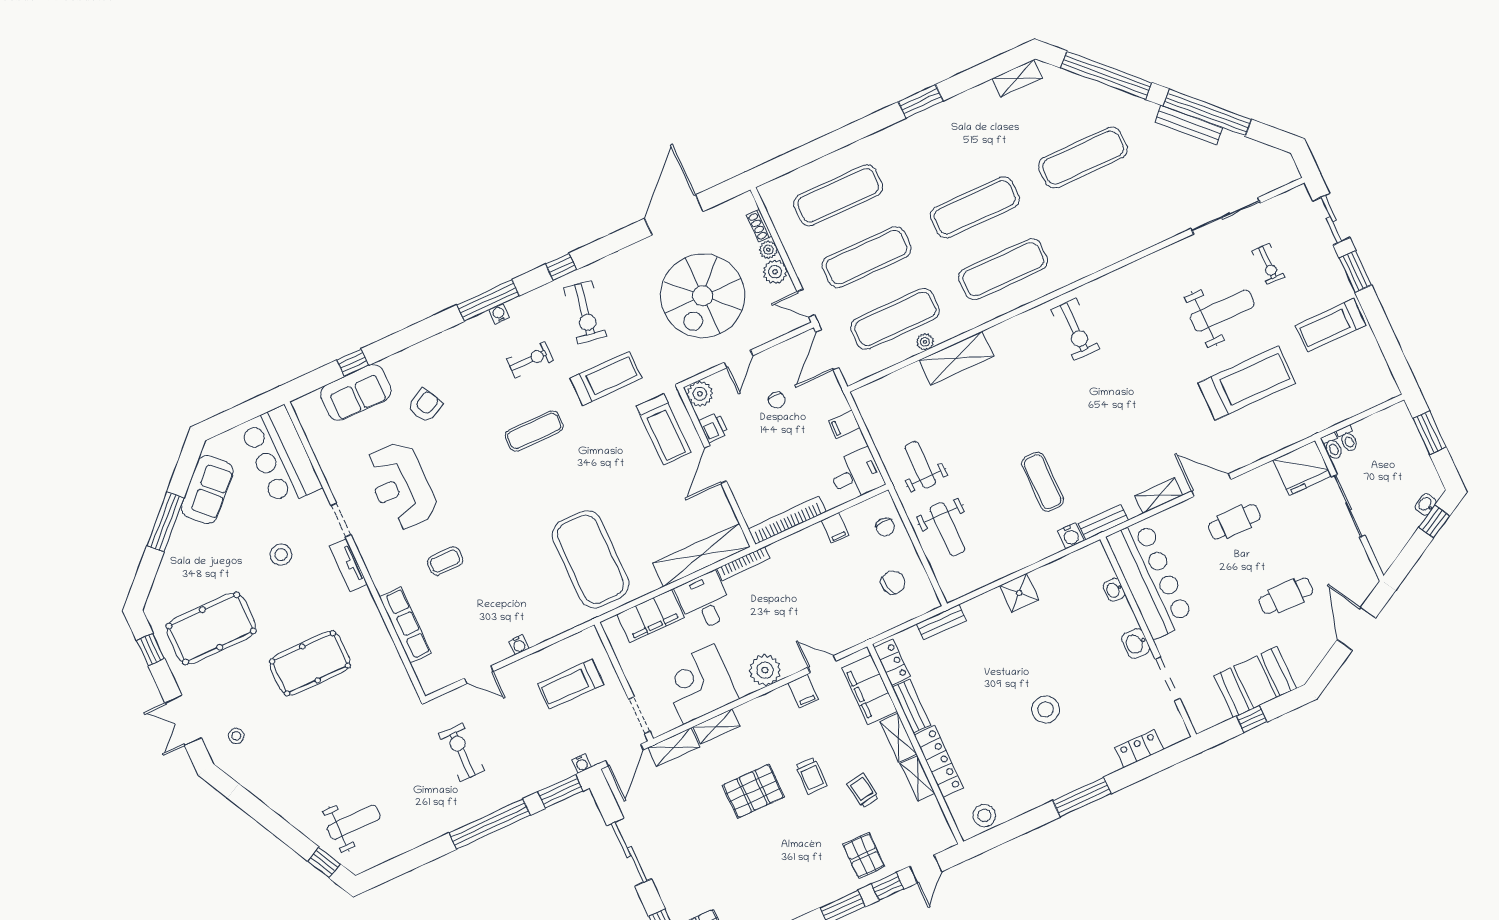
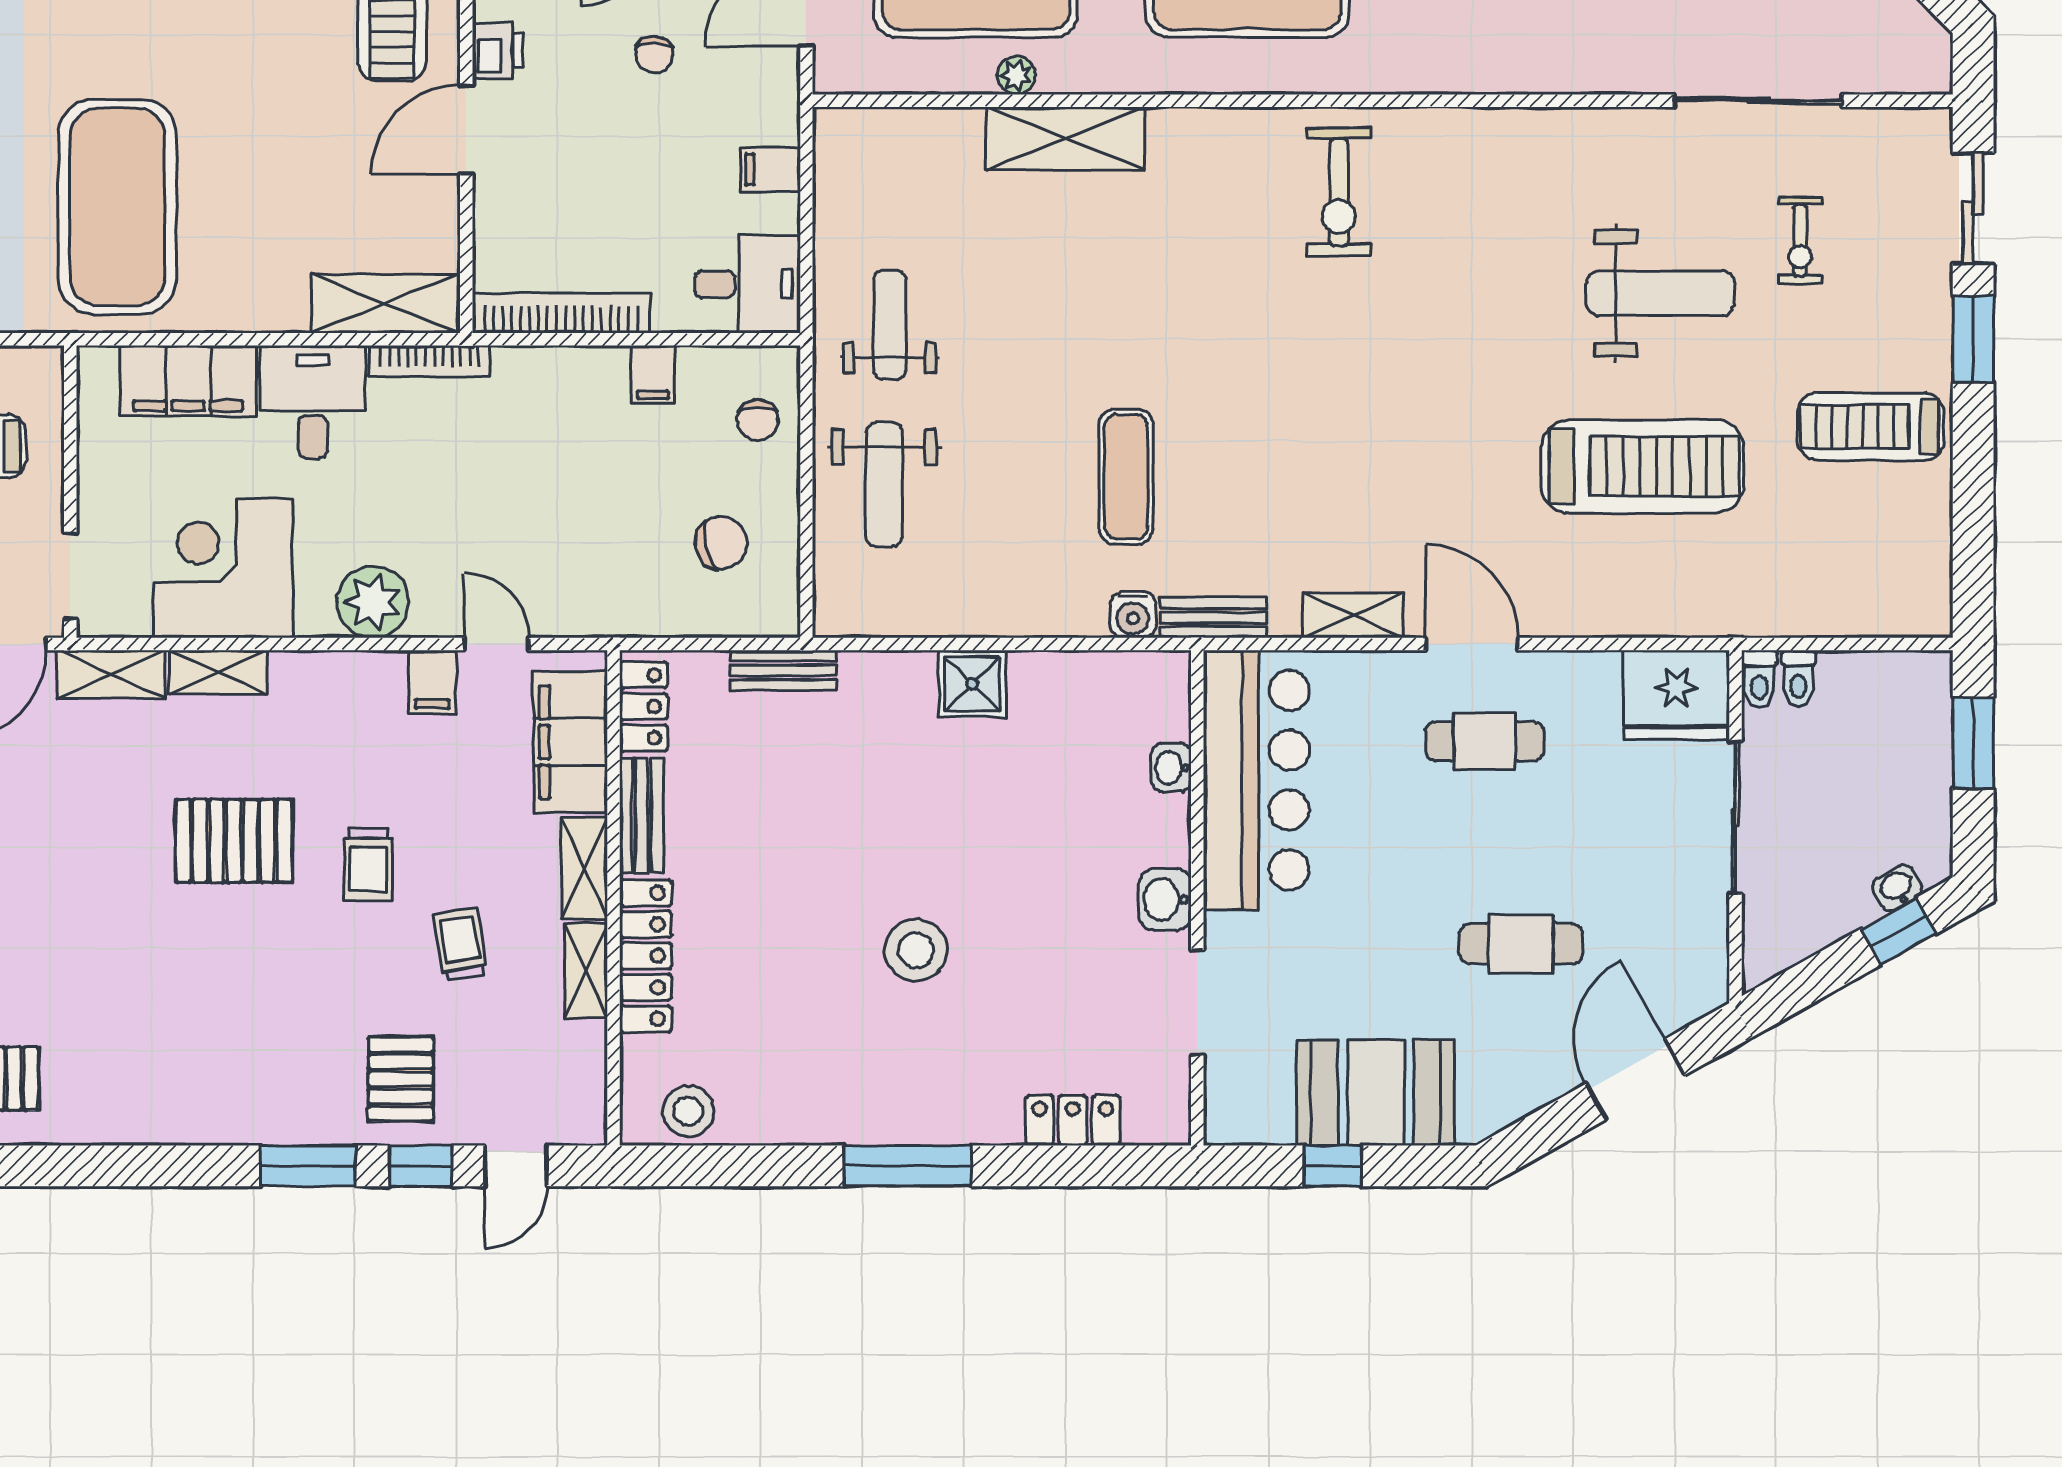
shelving: (701, 555) -> (386, 303), width x0.68

